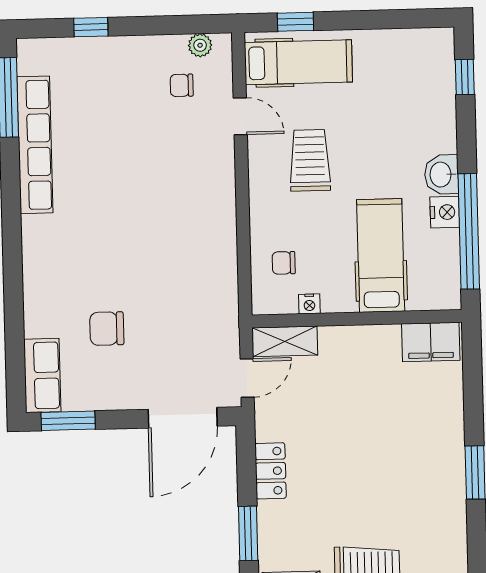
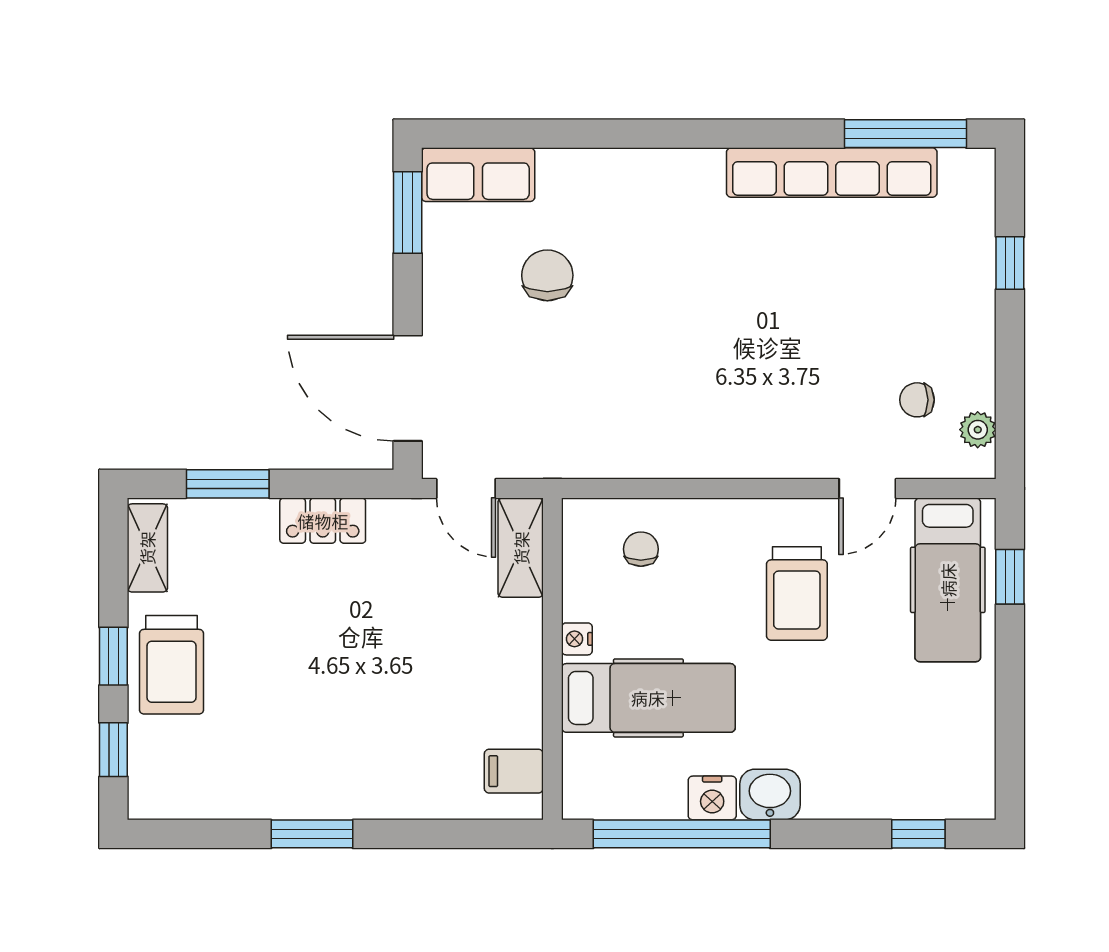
chair: (182, 85) -> (917, 400), turned -90
trolley: (310, 160) -> (797, 593), turned 90
nightstand: (309, 304) -> (577, 639), moved
filing cabinet: (431, 342) -> (514, 771), width x0.50

